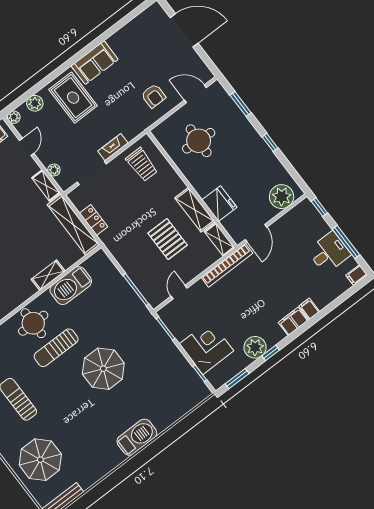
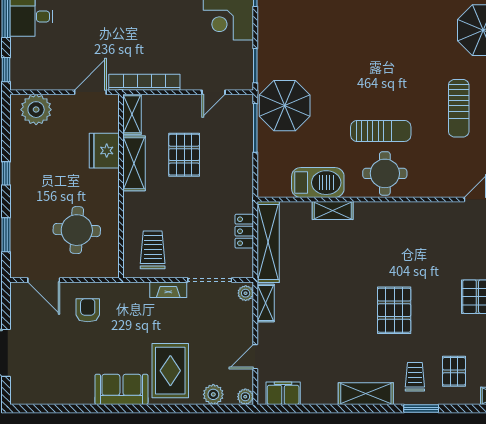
plant: (54, 170) -> (246, 293), moved
parasol: (103, 369) -> (285, 106), moved

